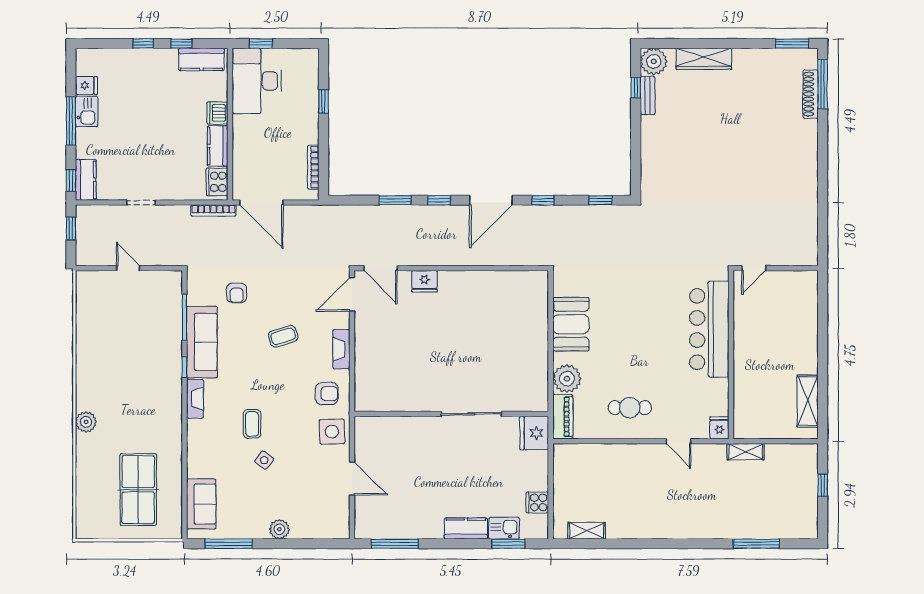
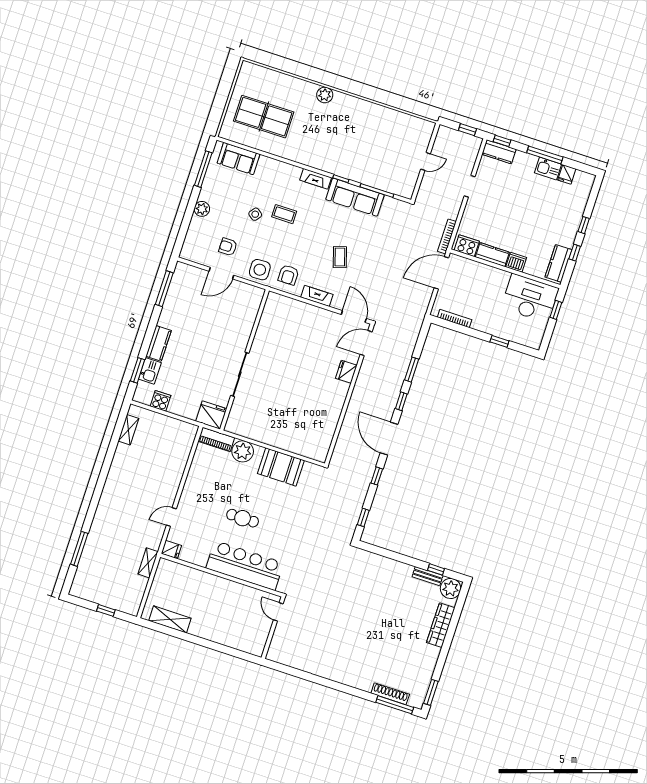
armchair: (237, 293) -> (228, 247), moved
cafe table: (630, 408) -> (243, 518), moved, turned 90

